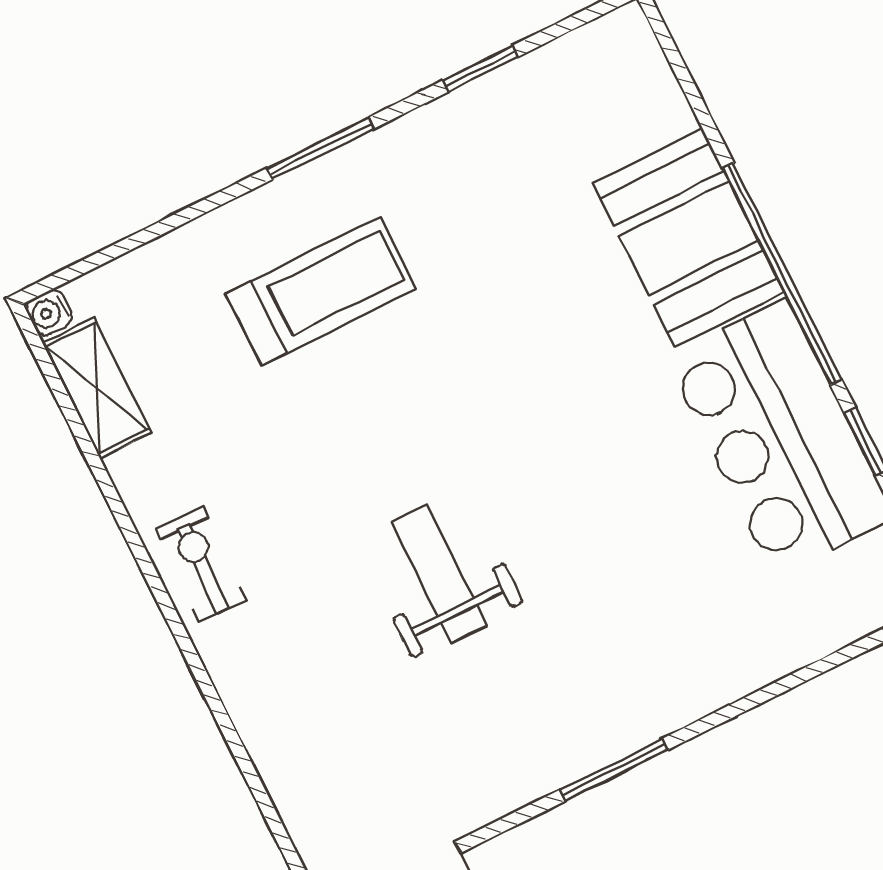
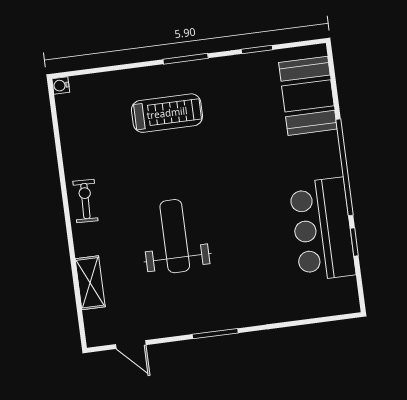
booth: (689, 238) -> (308, 96), moved
shelving: (97, 388) -> (90, 283), moved
weight bench: (439, 574) -> (175, 236), width x1.36, depth x1.33

